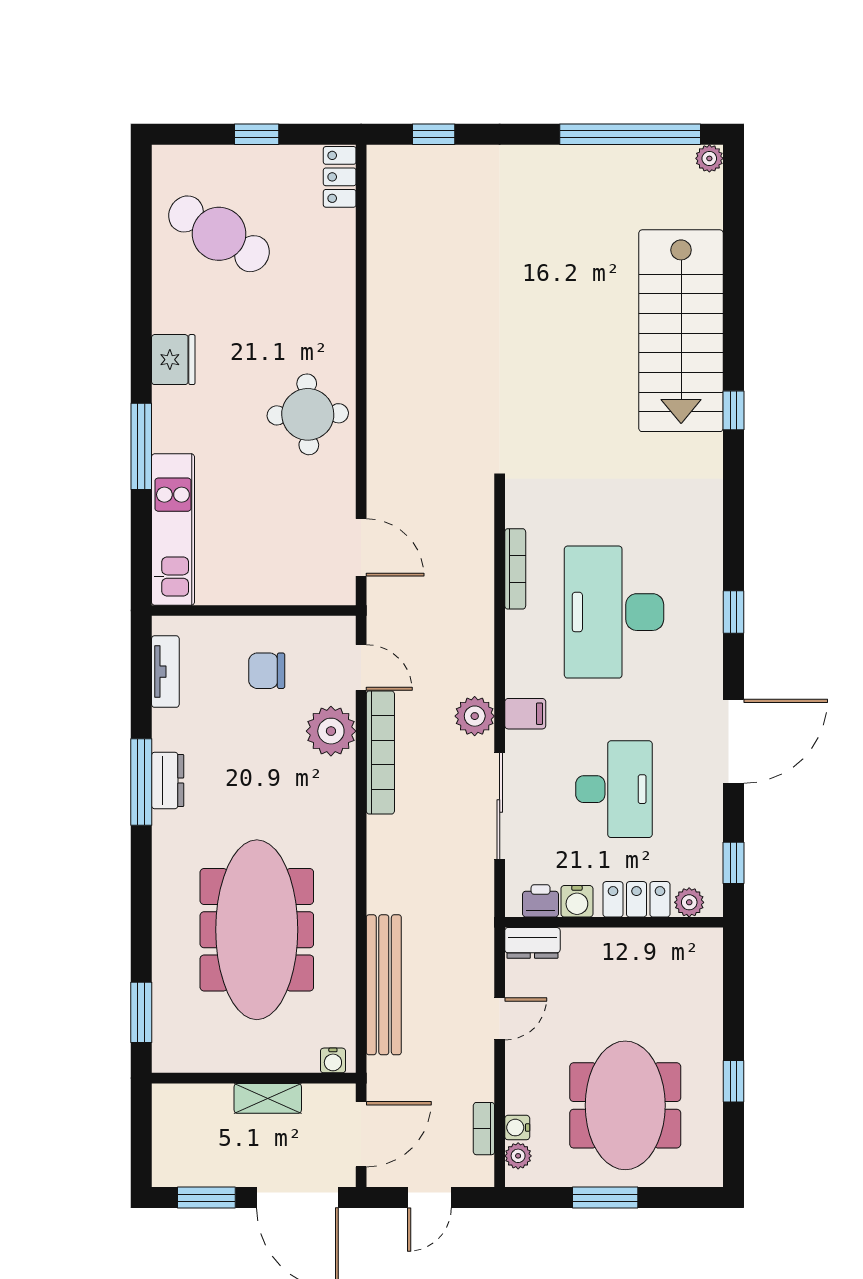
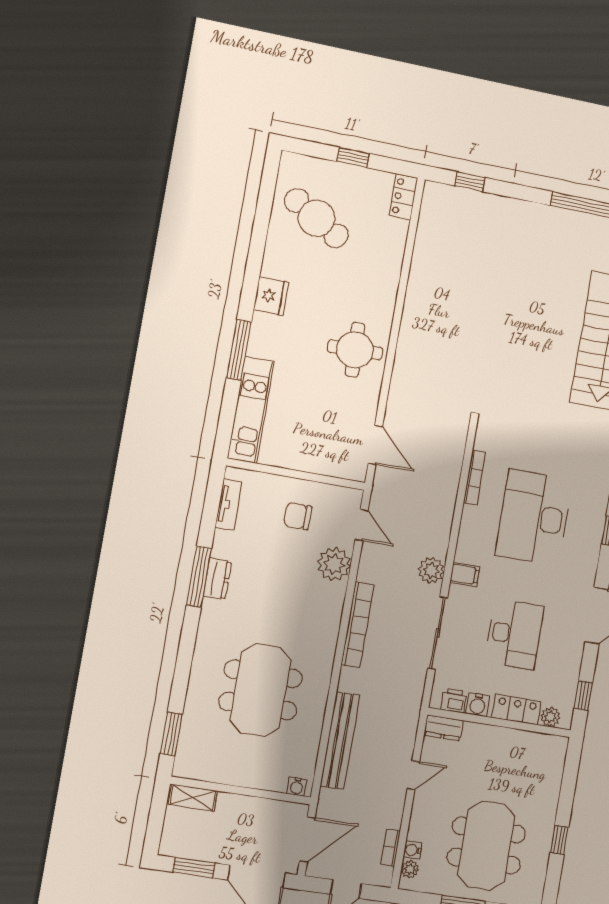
bookcase: (380, 752) -> (357, 625), moved
meeting table: (257, 930) -> (260, 690), width x0.73
shelving: (268, 1098) -> (193, 798), moved

